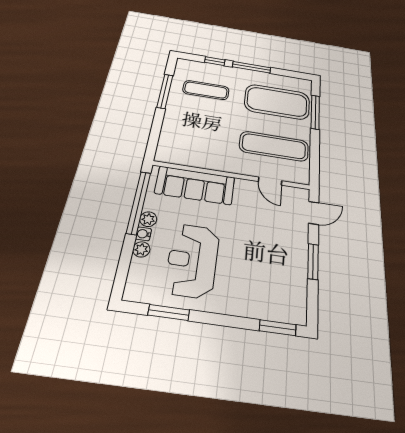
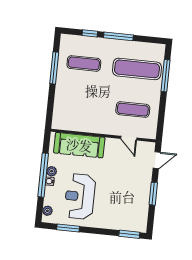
exercise mat: (277, 102) -> (137, 69), width x0.68
exercise mat: (274, 146) -> (133, 110), width x0.73, depth x0.69
window: (139, 202) -> (43, 175), moved
plant: (141, 249) -> (47, 211), moved

